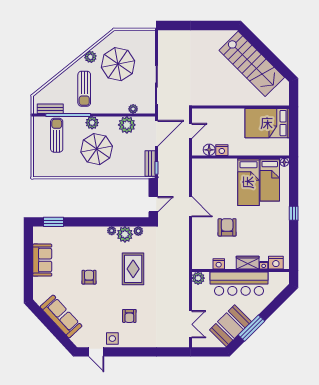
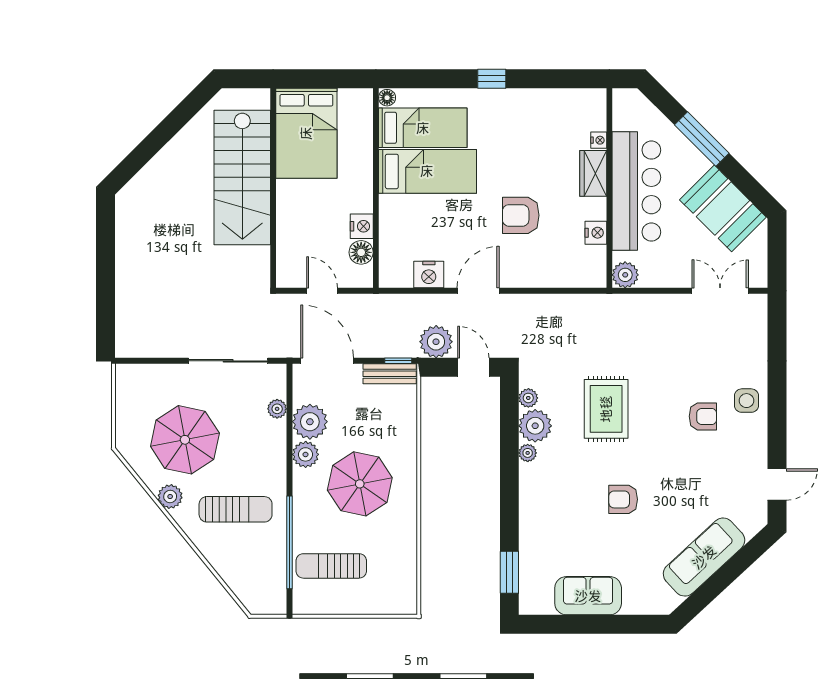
stairs: (252, 64) -> (242, 177), moved, turned 135
bench: (50, 109) -> (277, 579), removed
plant: (92, 123) -> (306, 454), moved
plant: (166, 186) -> (436, 342), added
nightstand: (276, 263) -> (429, 275), moved, turned 90
rug: (133, 269) -> (606, 409), turned 90
window: (251, 328) -> (702, 139), moved
side table: (112, 339) -> (746, 401), moved

